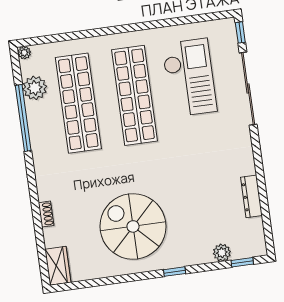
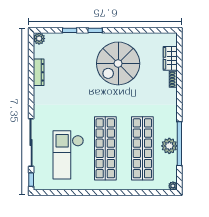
plant: (35, 88) -> (169, 146), moved
spiral stairs: (133, 226) -> (118, 63), turned 90
plant: (222, 253) -> (39, 39), moved
window: (242, 262) -> (70, 30), moved
wardrobe: (58, 266) -> (170, 58), moved

